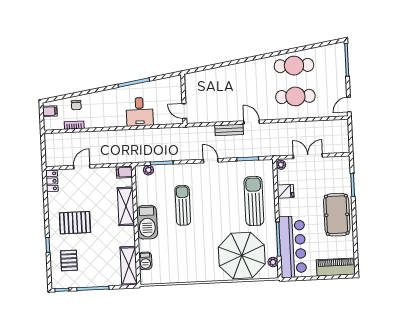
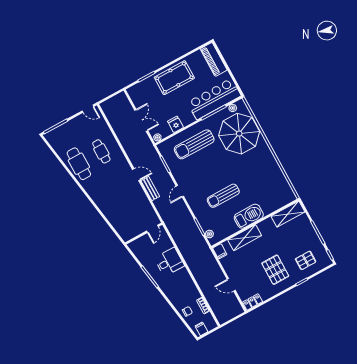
cafe table: (295, 96) -> (101, 151), width x0.73, depth x0.74
door: (252, 122) -> (136, 175), swing flipped
double door: (308, 156) -> (141, 120), swing flipped
barbecue: (145, 261) -> (278, 203), removed

